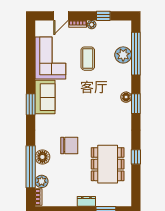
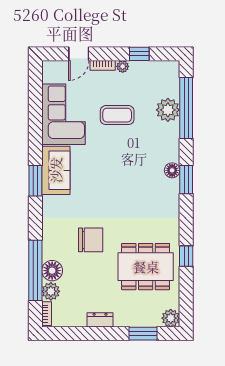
coffee table: (88, 59) -> (117, 115), turned 90
floor lamp: (42, 157) -> (52, 271), moved
dining table: (108, 164) -> (146, 267), turned 90
plant: (125, 200) -> (171, 318), added
dresser: (86, 201) -> (100, 320), moved

